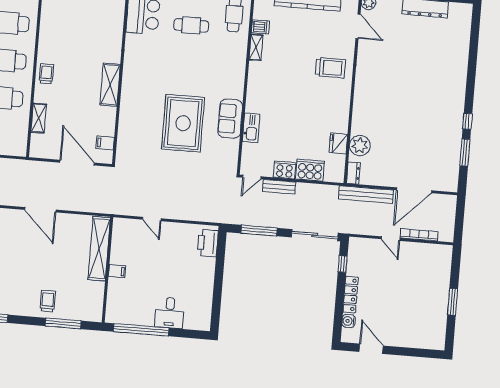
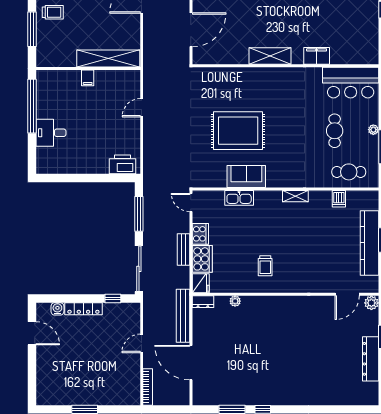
shelving: (256, 47) -> (295, 196), moved
trolley: (330, 68) -> (265, 266), moved, width x0.73, depth x0.72
filing cabinet: (105, 143) -> (317, 56), moved, width x2.00
fridge: (338, 143) -> (201, 283), moved, turned 90
plant: (360, 146) -> (235, 301), width x0.53, depth x0.53
bench: (279, 187) -> (183, 250), moved
bookcase: (419, 235) -> (148, 387), moved
door: (371, 349) -> (32, 333), hinge flipped

